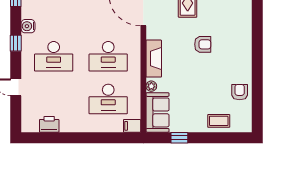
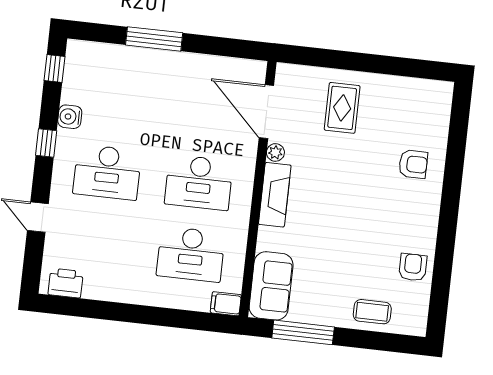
armchair: (203, 44) -> (413, 164), moved
plant: (151, 86) -> (275, 152), moved
printer: (49, 124) -> (66, 283), moved
window: (179, 138) -> (303, 332), width x2.17

